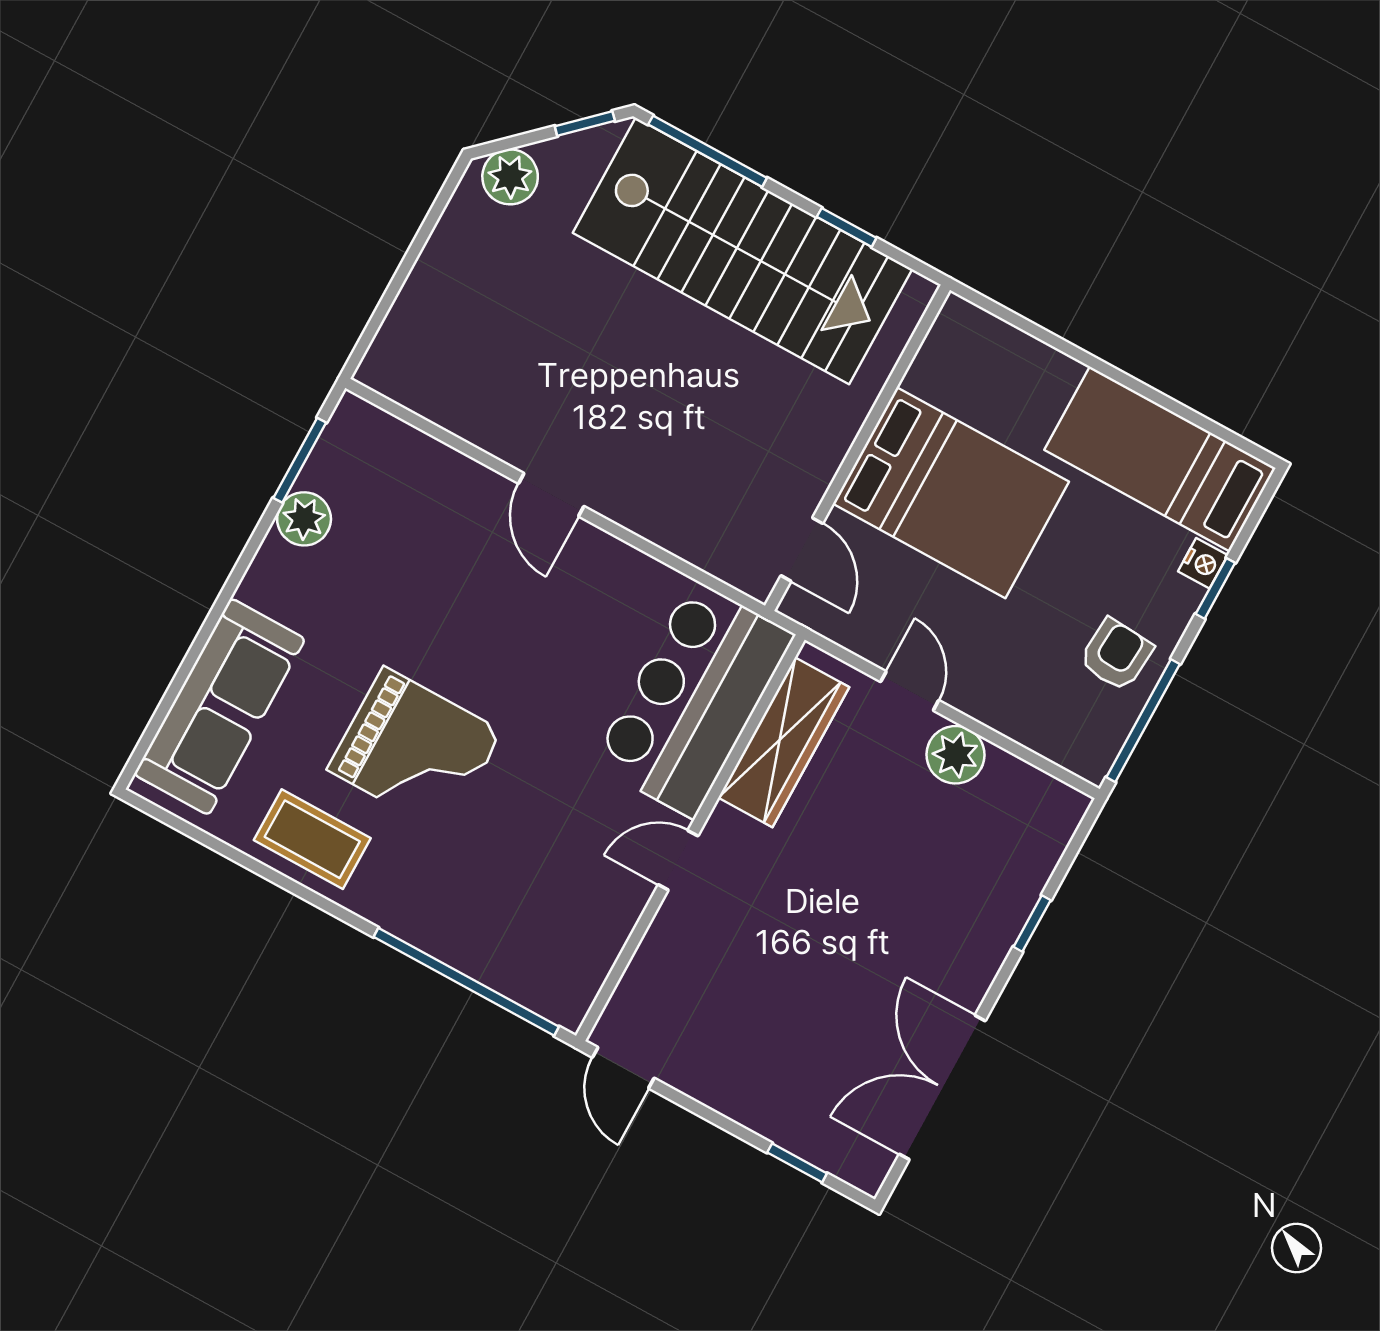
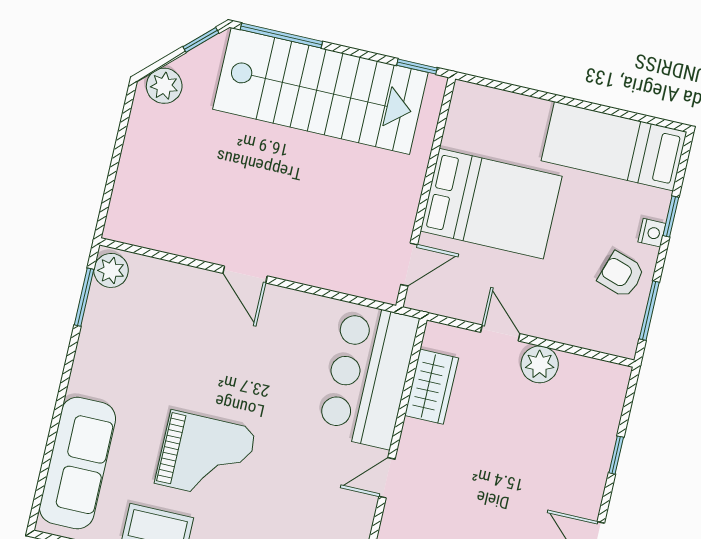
window: (847, 227) -> (417, 67), moved
plant: (304, 519) -> (111, 270), moved
door: (802, 550) -> (409, 265), hinge flipped
nightstand: (1203, 563) -> (652, 233), moved
armchair: (1116, 655) -> (621, 275), turned -76
window: (1143, 721) -> (649, 311), width x0.69
wardrobe: (784, 742) -> (432, 387), width x0.67

